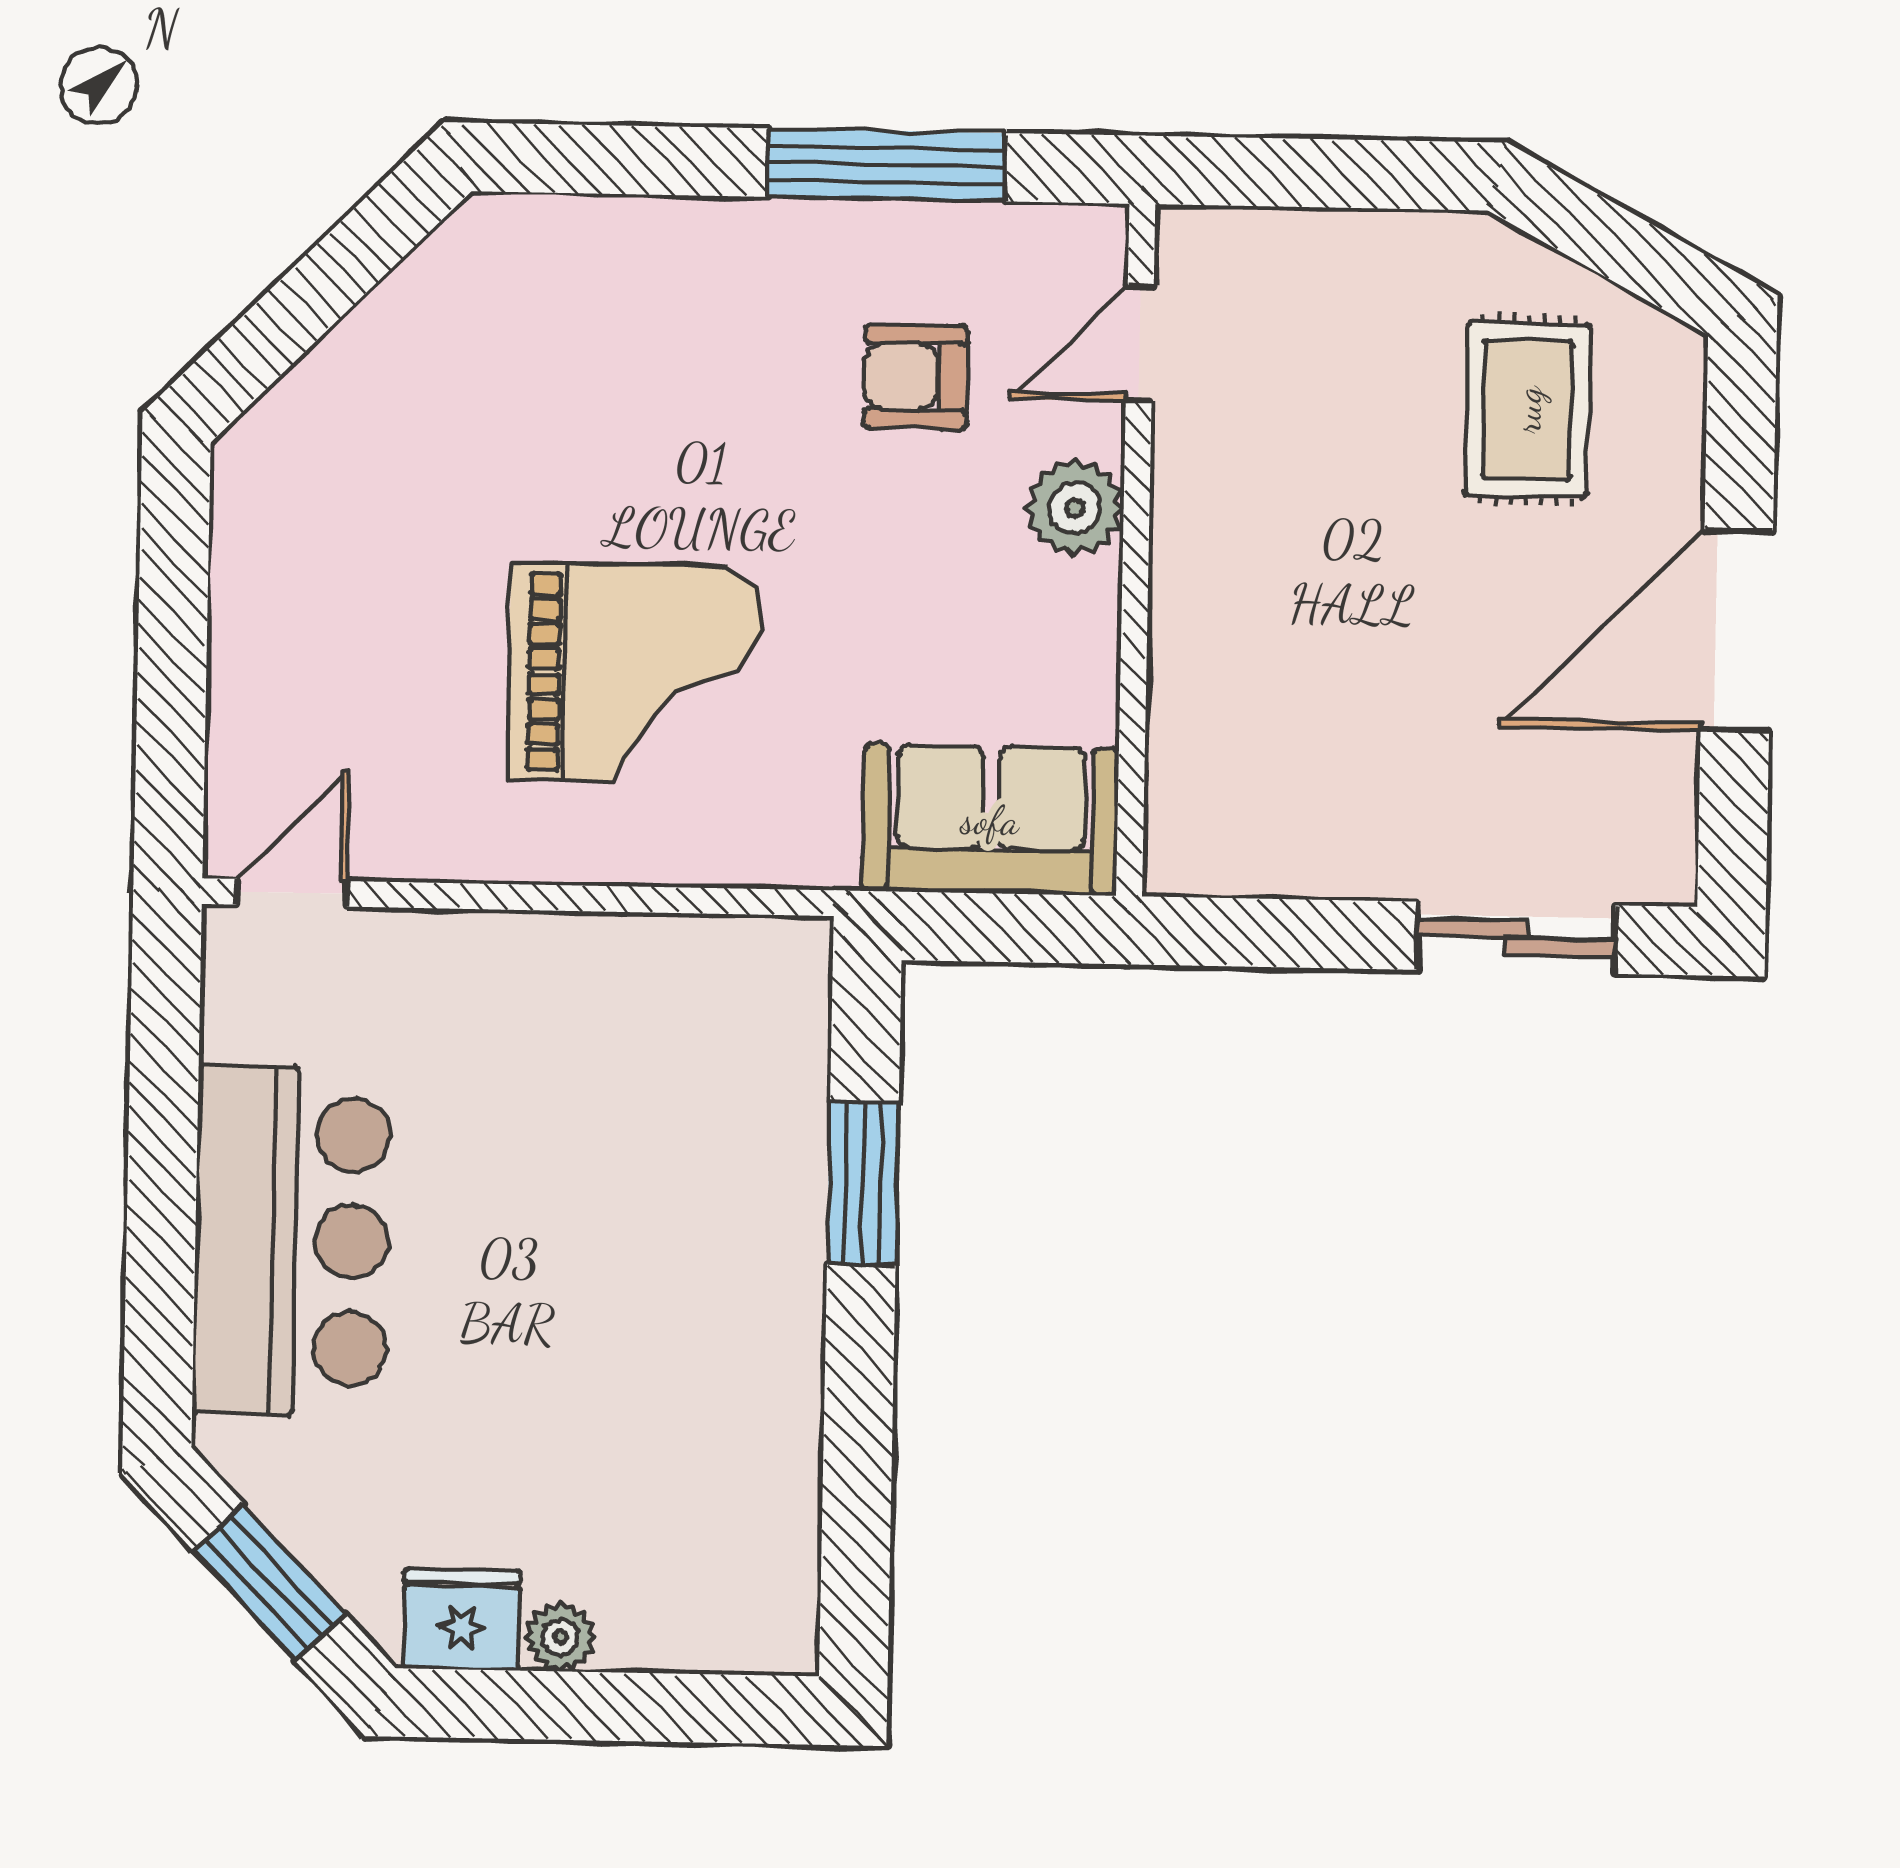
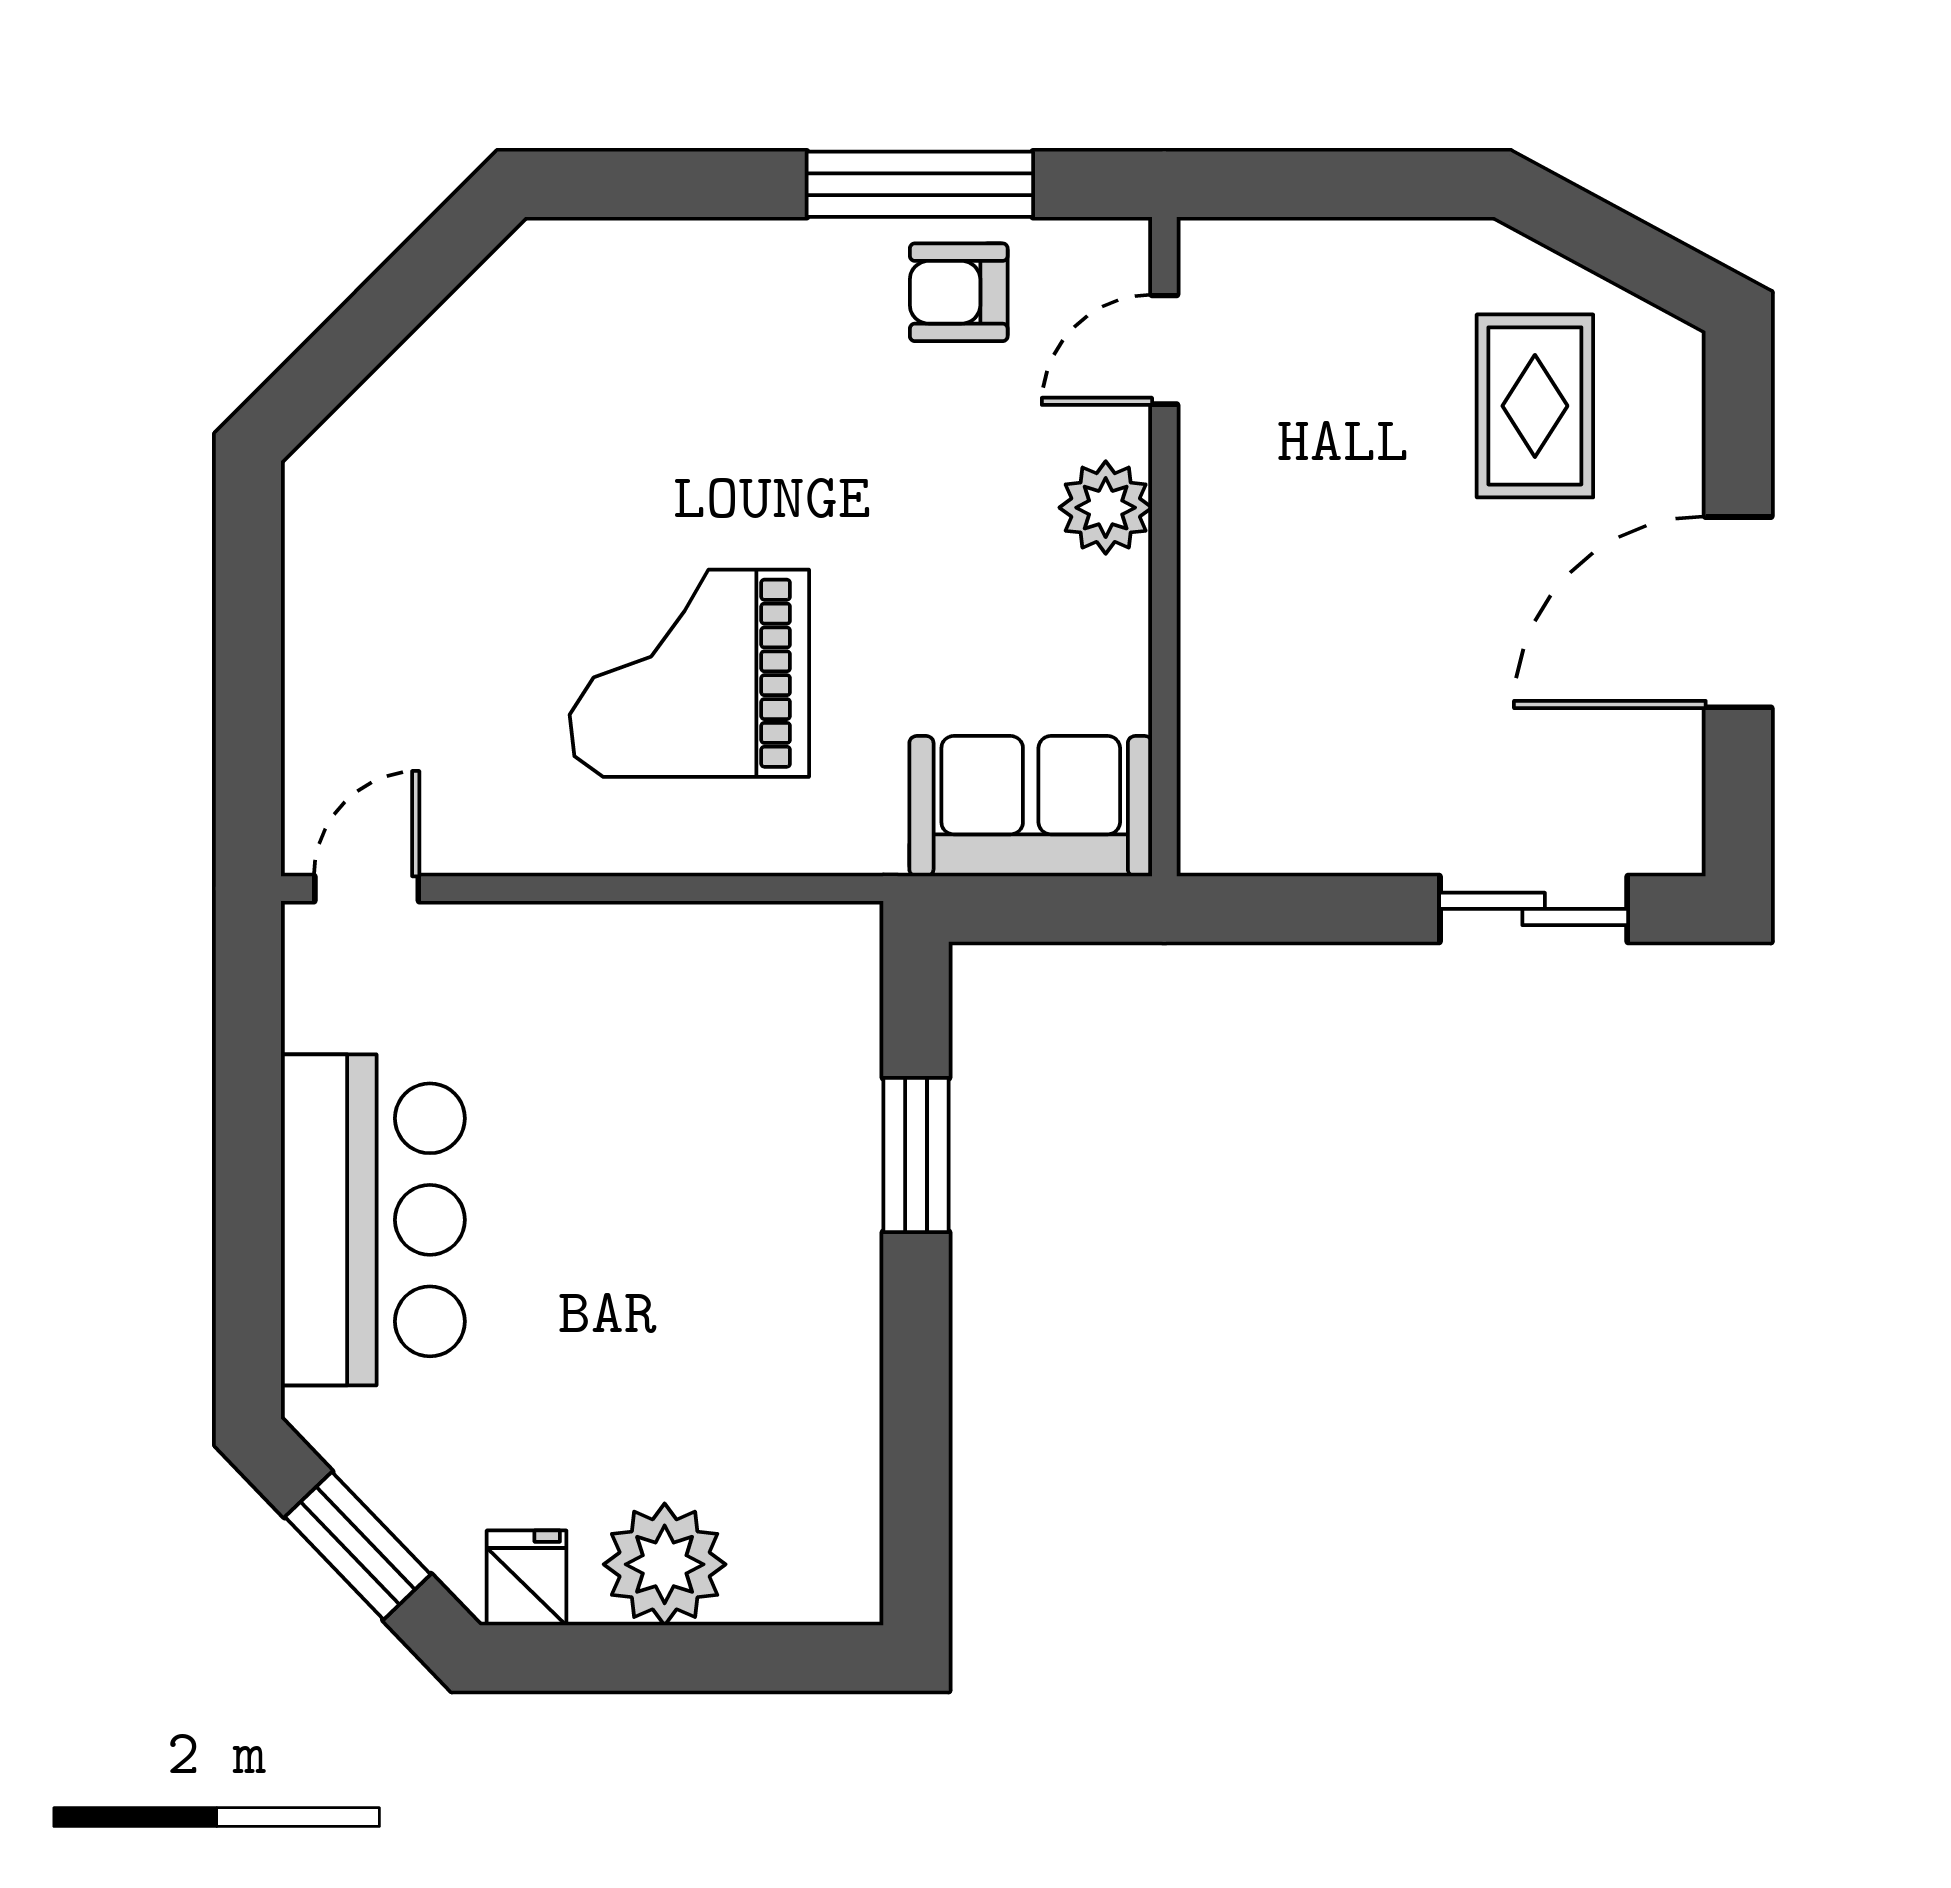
armchair: (915, 377) -> (959, 292), moved
grand piano: (635, 673) -> (689, 673), turned 180
fridge: (462, 1620) -> (527, 1578), width x0.72
plant: (560, 1637) -> (665, 1564), width x1.88, depth x1.88

